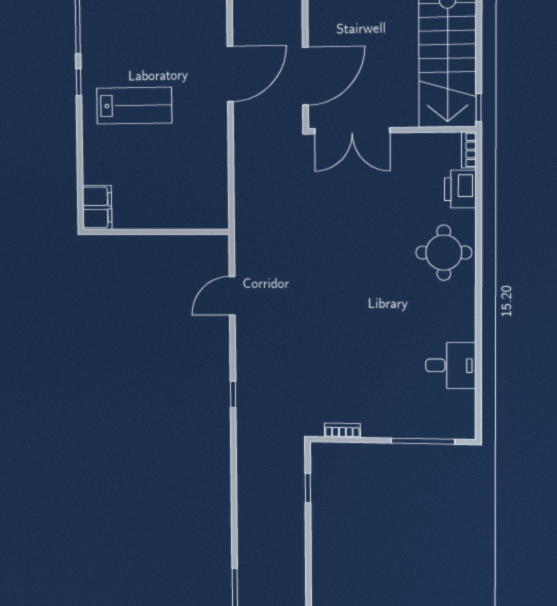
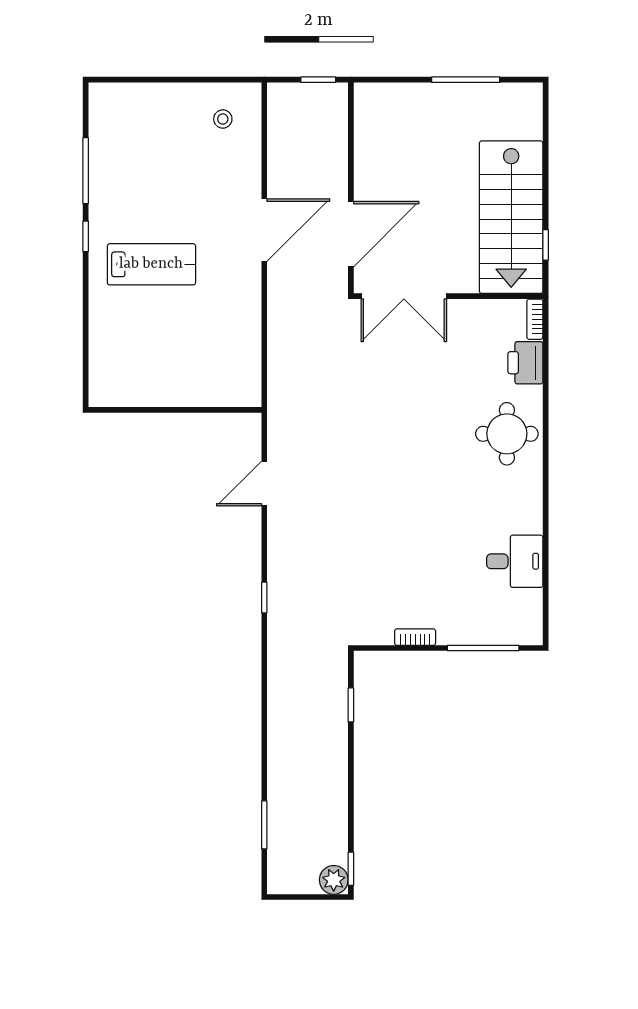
window: (479, 107) -> (546, 245), moved
filing cabinet: (97, 207) -> (106, 381), removed
bookcase: (342, 430) -> (415, 637), moved

